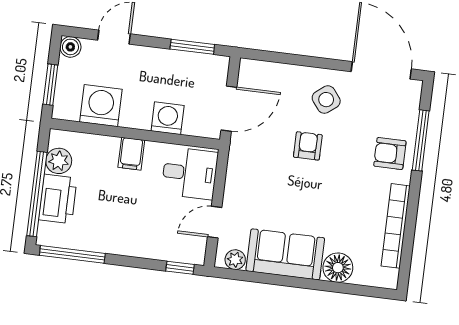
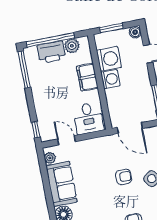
washing machine: (168, 118) -> (110, 79), moved
filing cabinet: (131, 154) -> (87, 77), width x2.00

